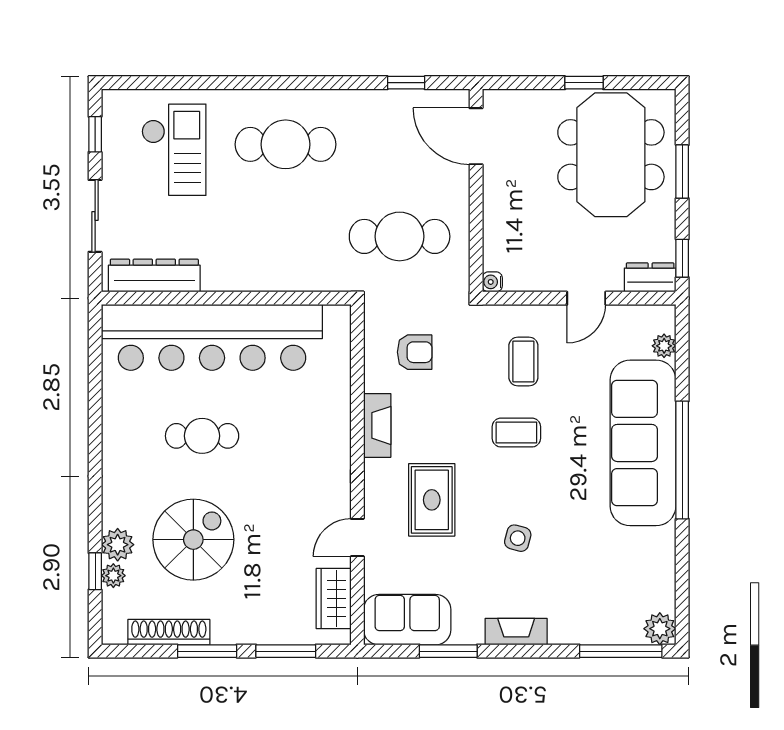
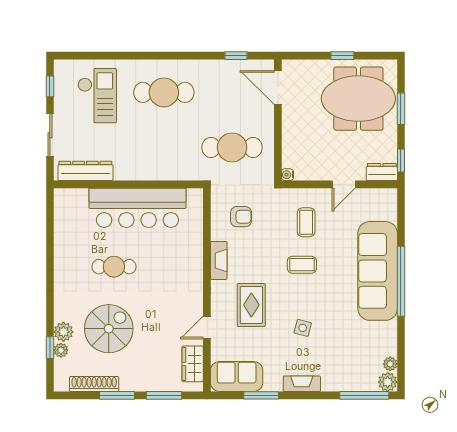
meeting table: (611, 155) -> (358, 99), turned 90
bar counter: (212, 337) -> (137, 208), width x0.73
plant: (664, 346) -> (390, 364), moved

